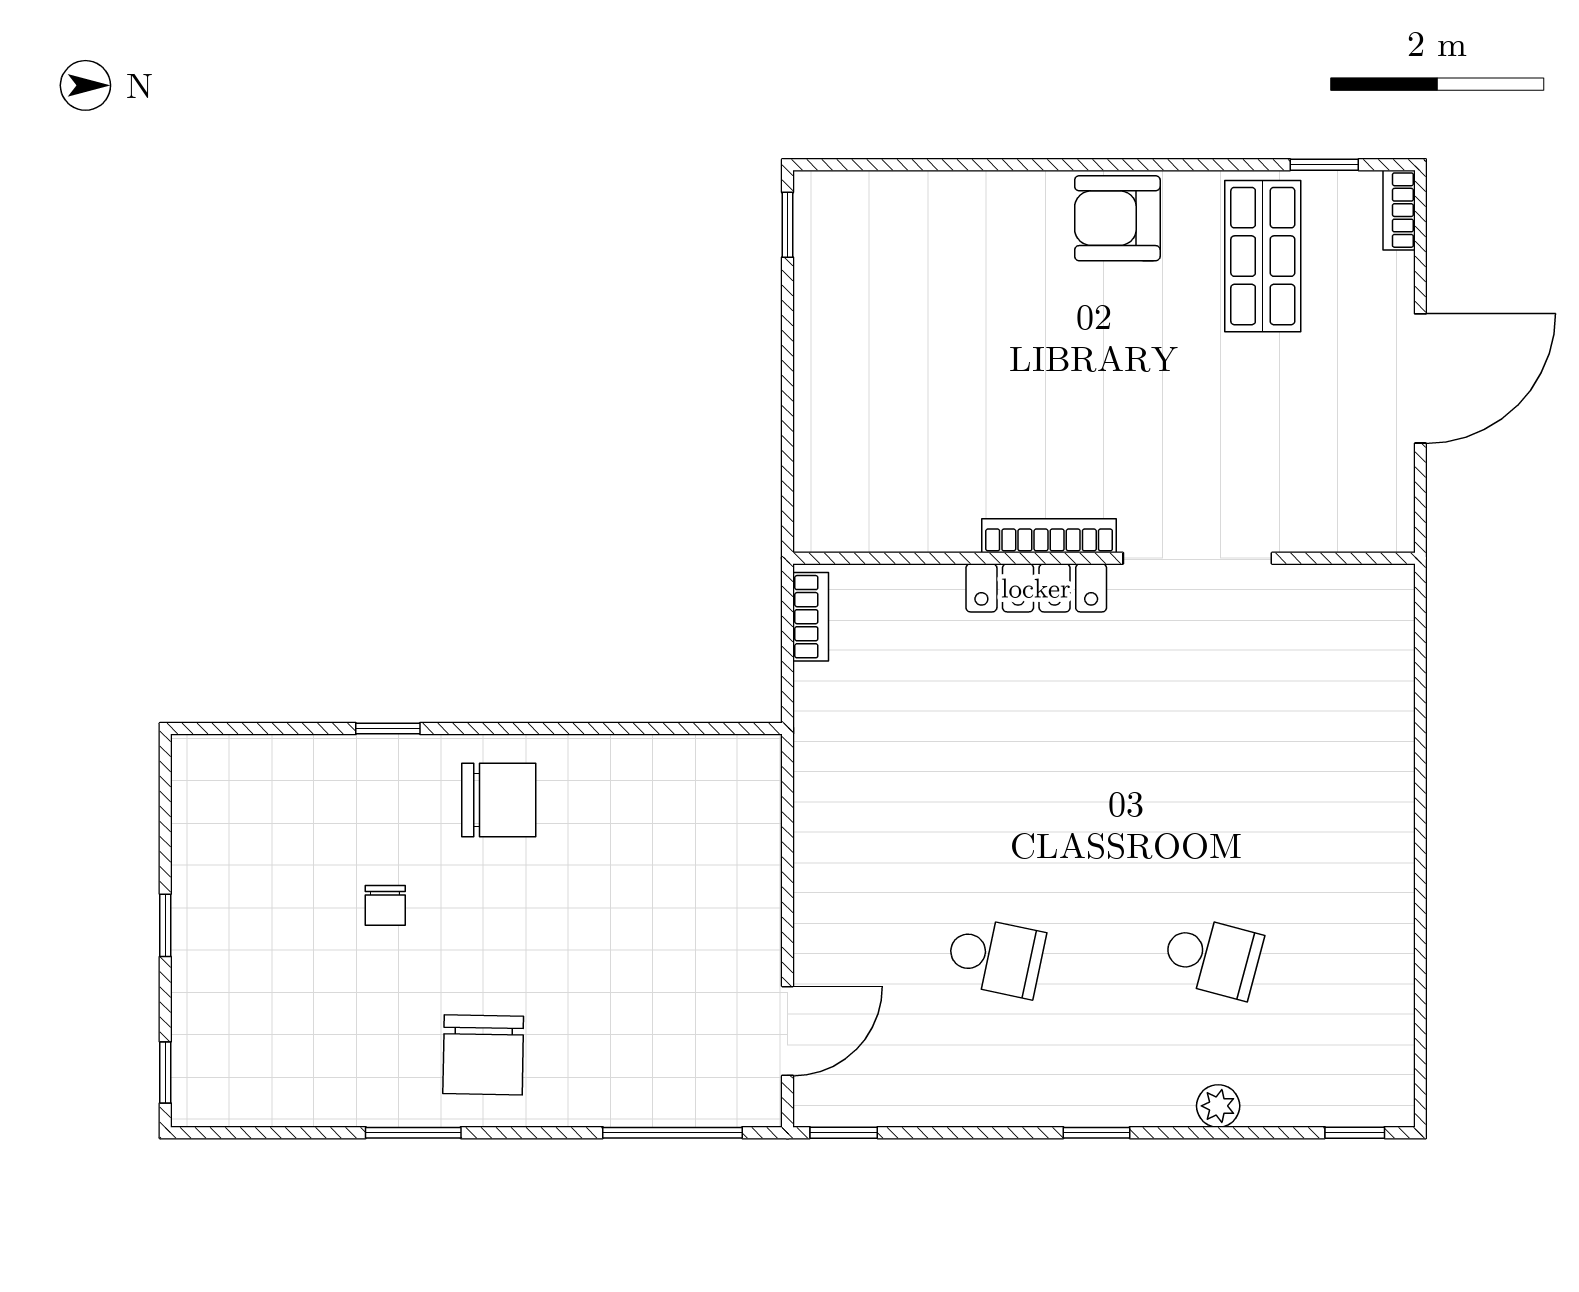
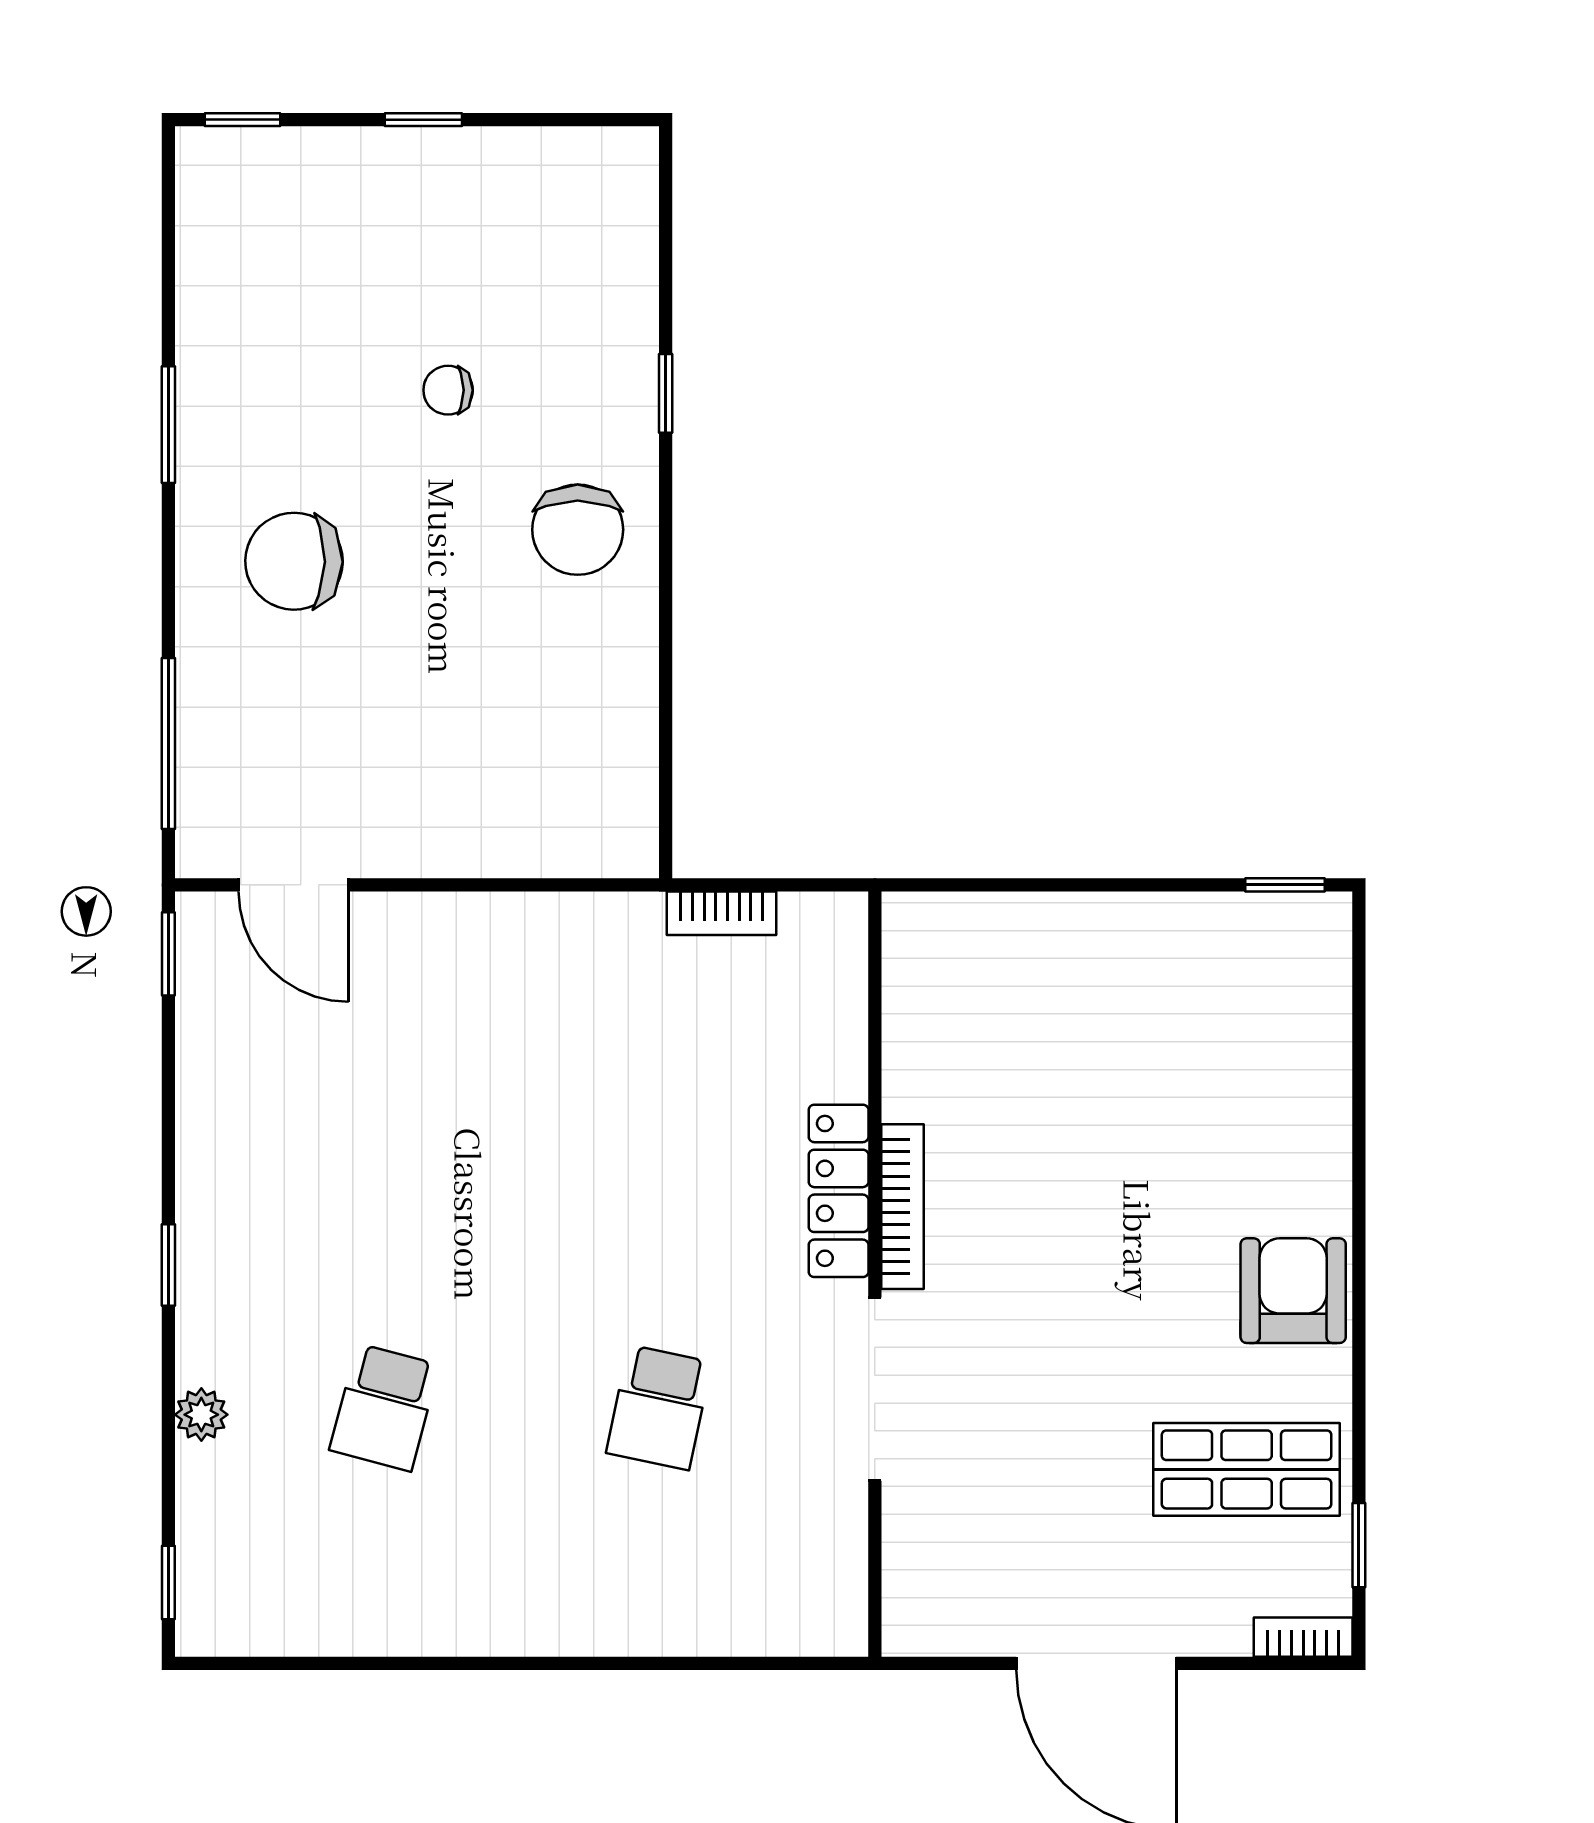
bookcase: (811, 617) -> (722, 913), moved
school desk: (996, 957) -> (659, 1407), moved
chair: (483, 1055) -> (294, 561), moved

